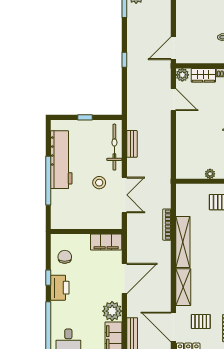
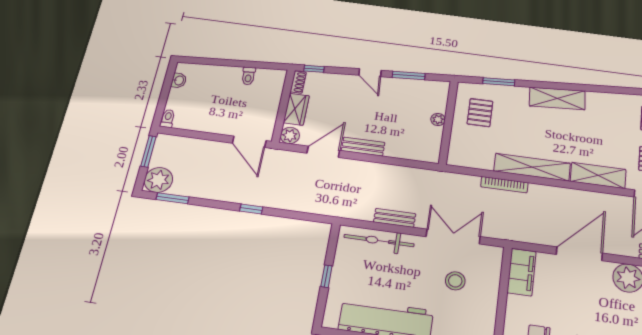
bench: (181, 126) -> (363, 147), added
bench: (132, 144) -> (395, 218), moved
stool: (99, 183) -> (455, 281), moved
door: (124, 278) -> (579, 254), hinge flipped

